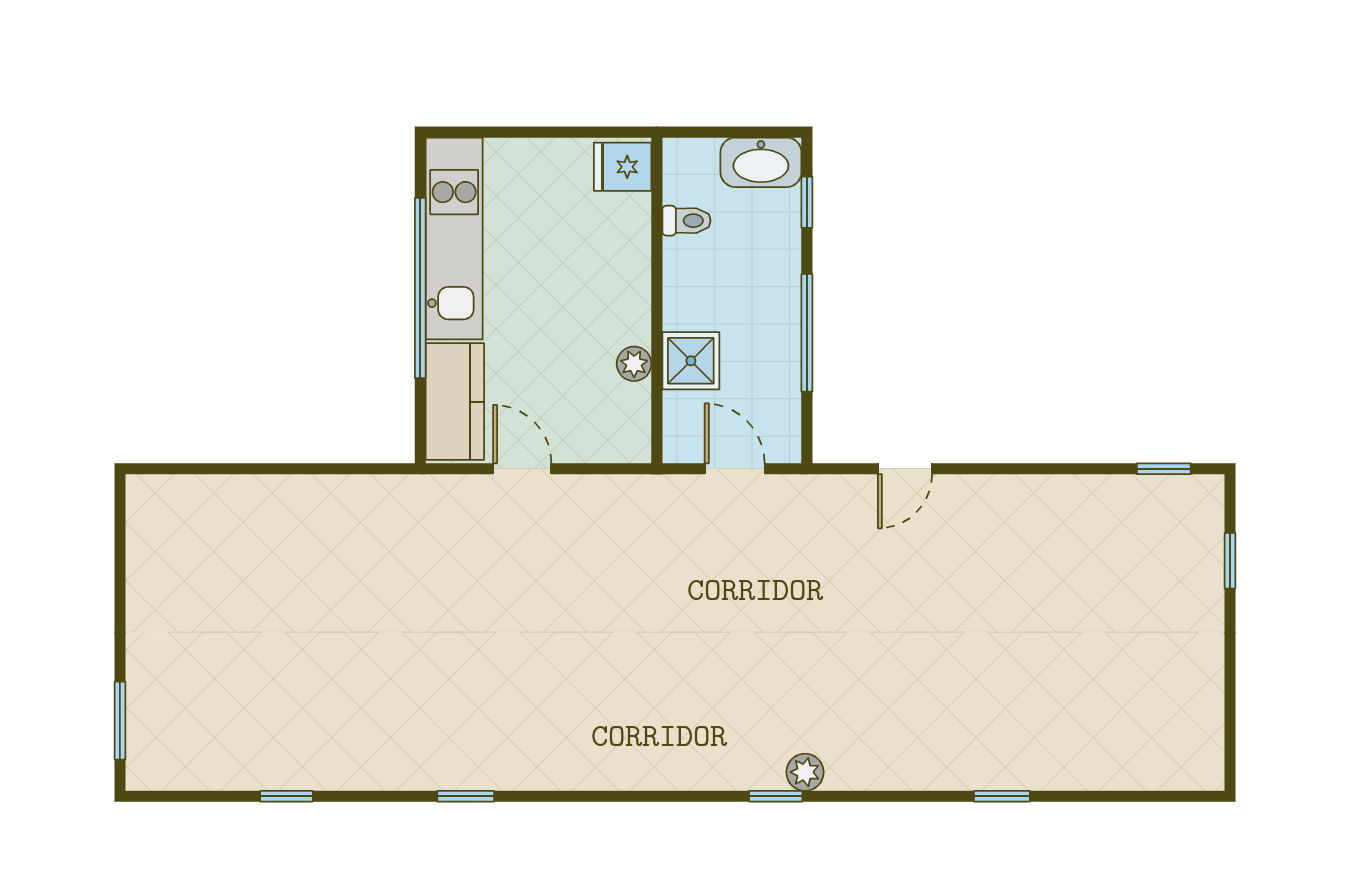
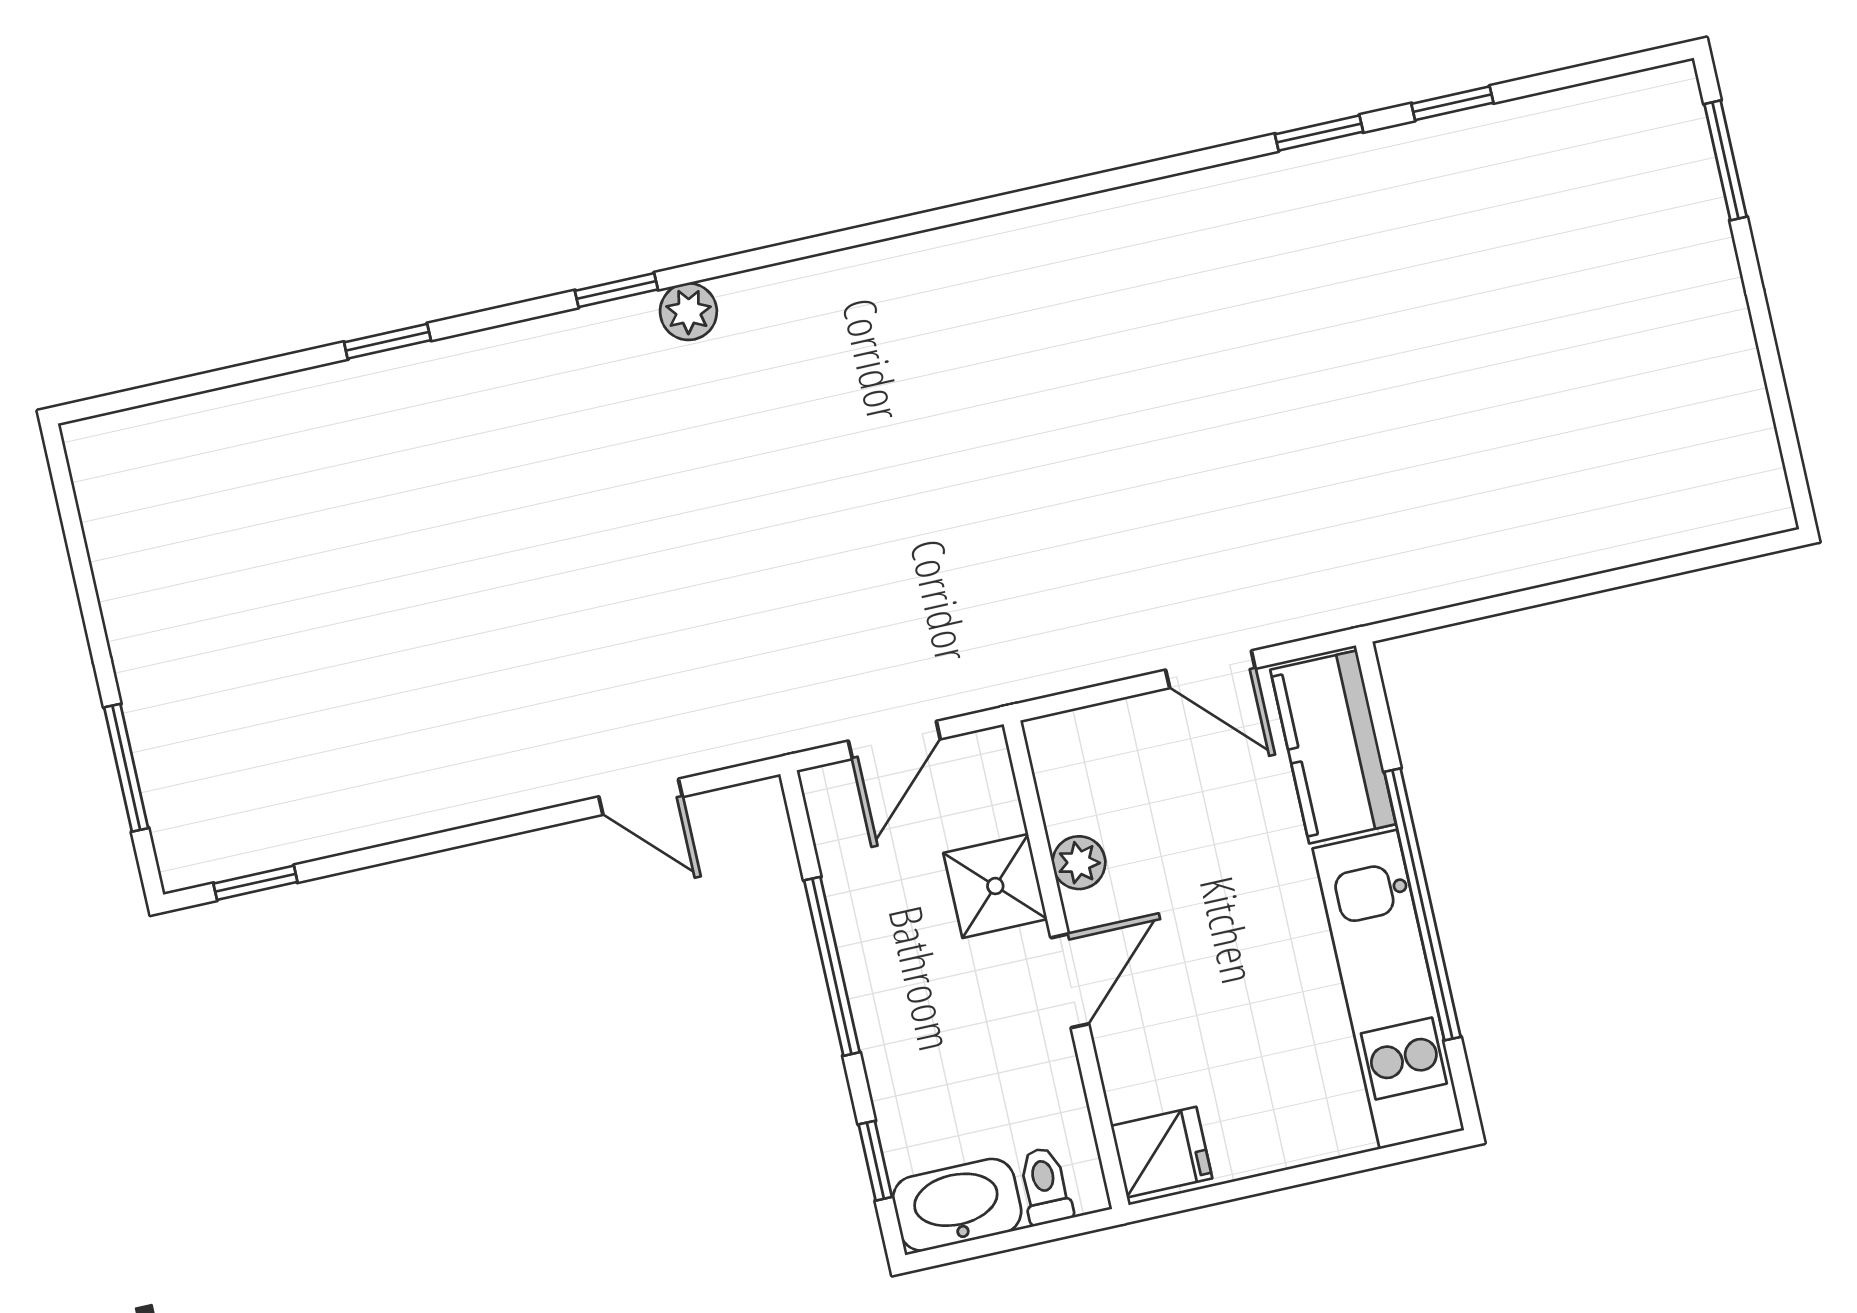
toilet: (686, 221) -> (1045, 1186), moved, turned 90
door: (657, 289) -> (1070, 981), added
door: (735, 469) -> (894, 740), hinge flipped
door: (905, 469) -> (641, 797), swing flipped
window: (1230, 561) -> (126, 768), width x1.50
window: (466, 796) -> (1319, 133), moved
window: (776, 796) -> (616, 290), moved

